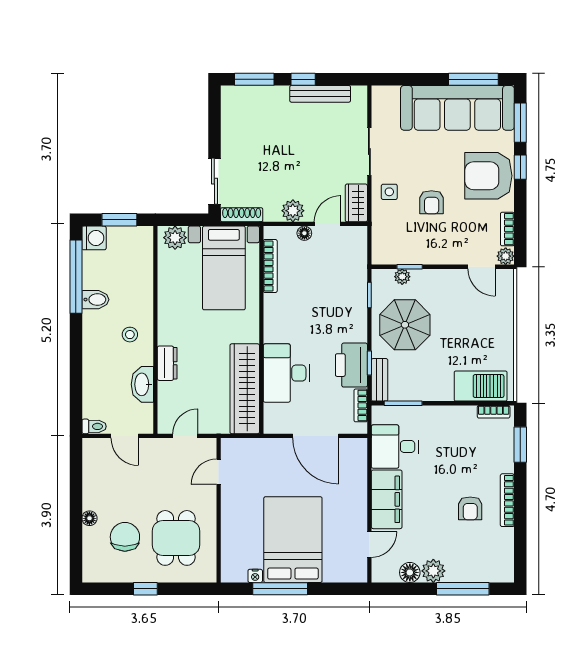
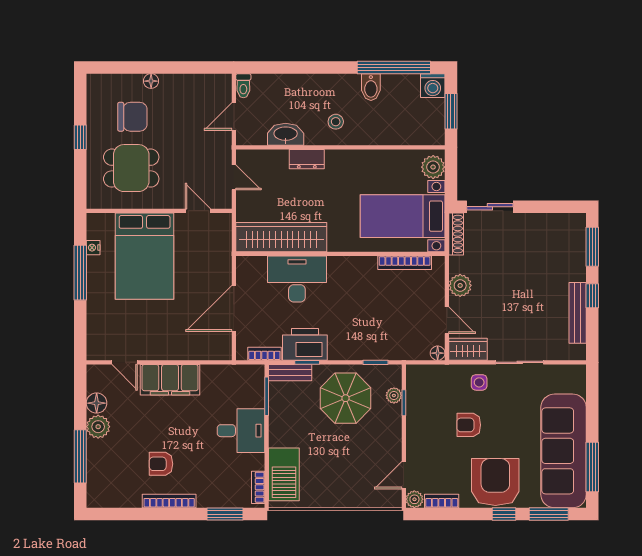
floor lamp: (304, 233) -> (438, 353), moved
desk: (395, 447) -> (241, 431), moved, turned 90
bed: (293, 540) -> (145, 256), moved, turned 90

